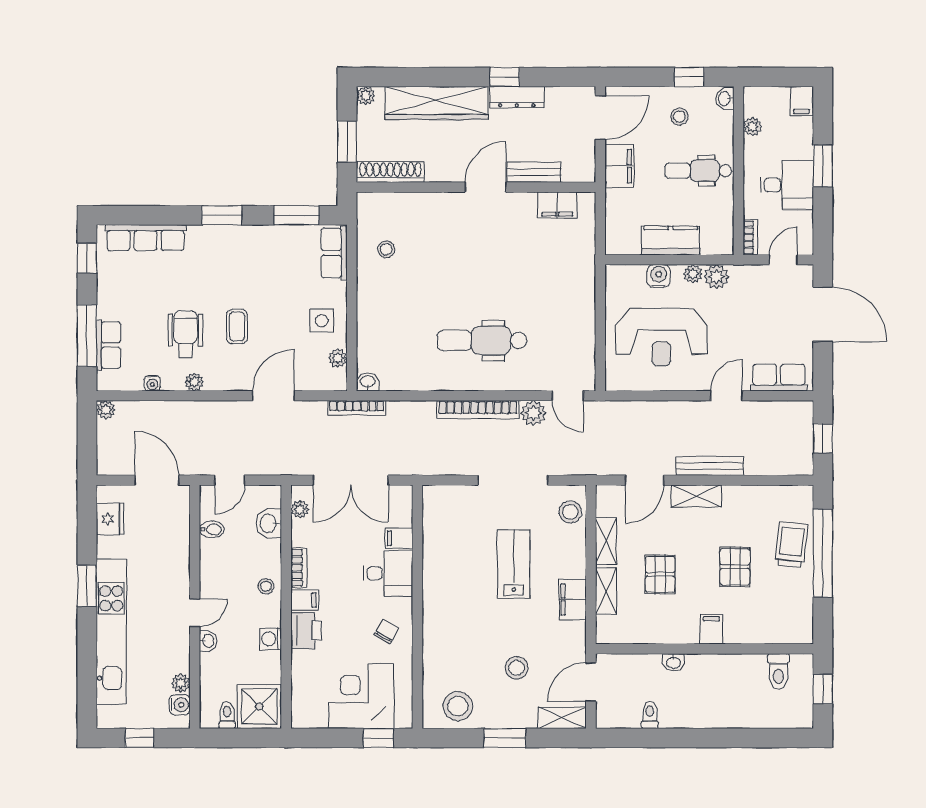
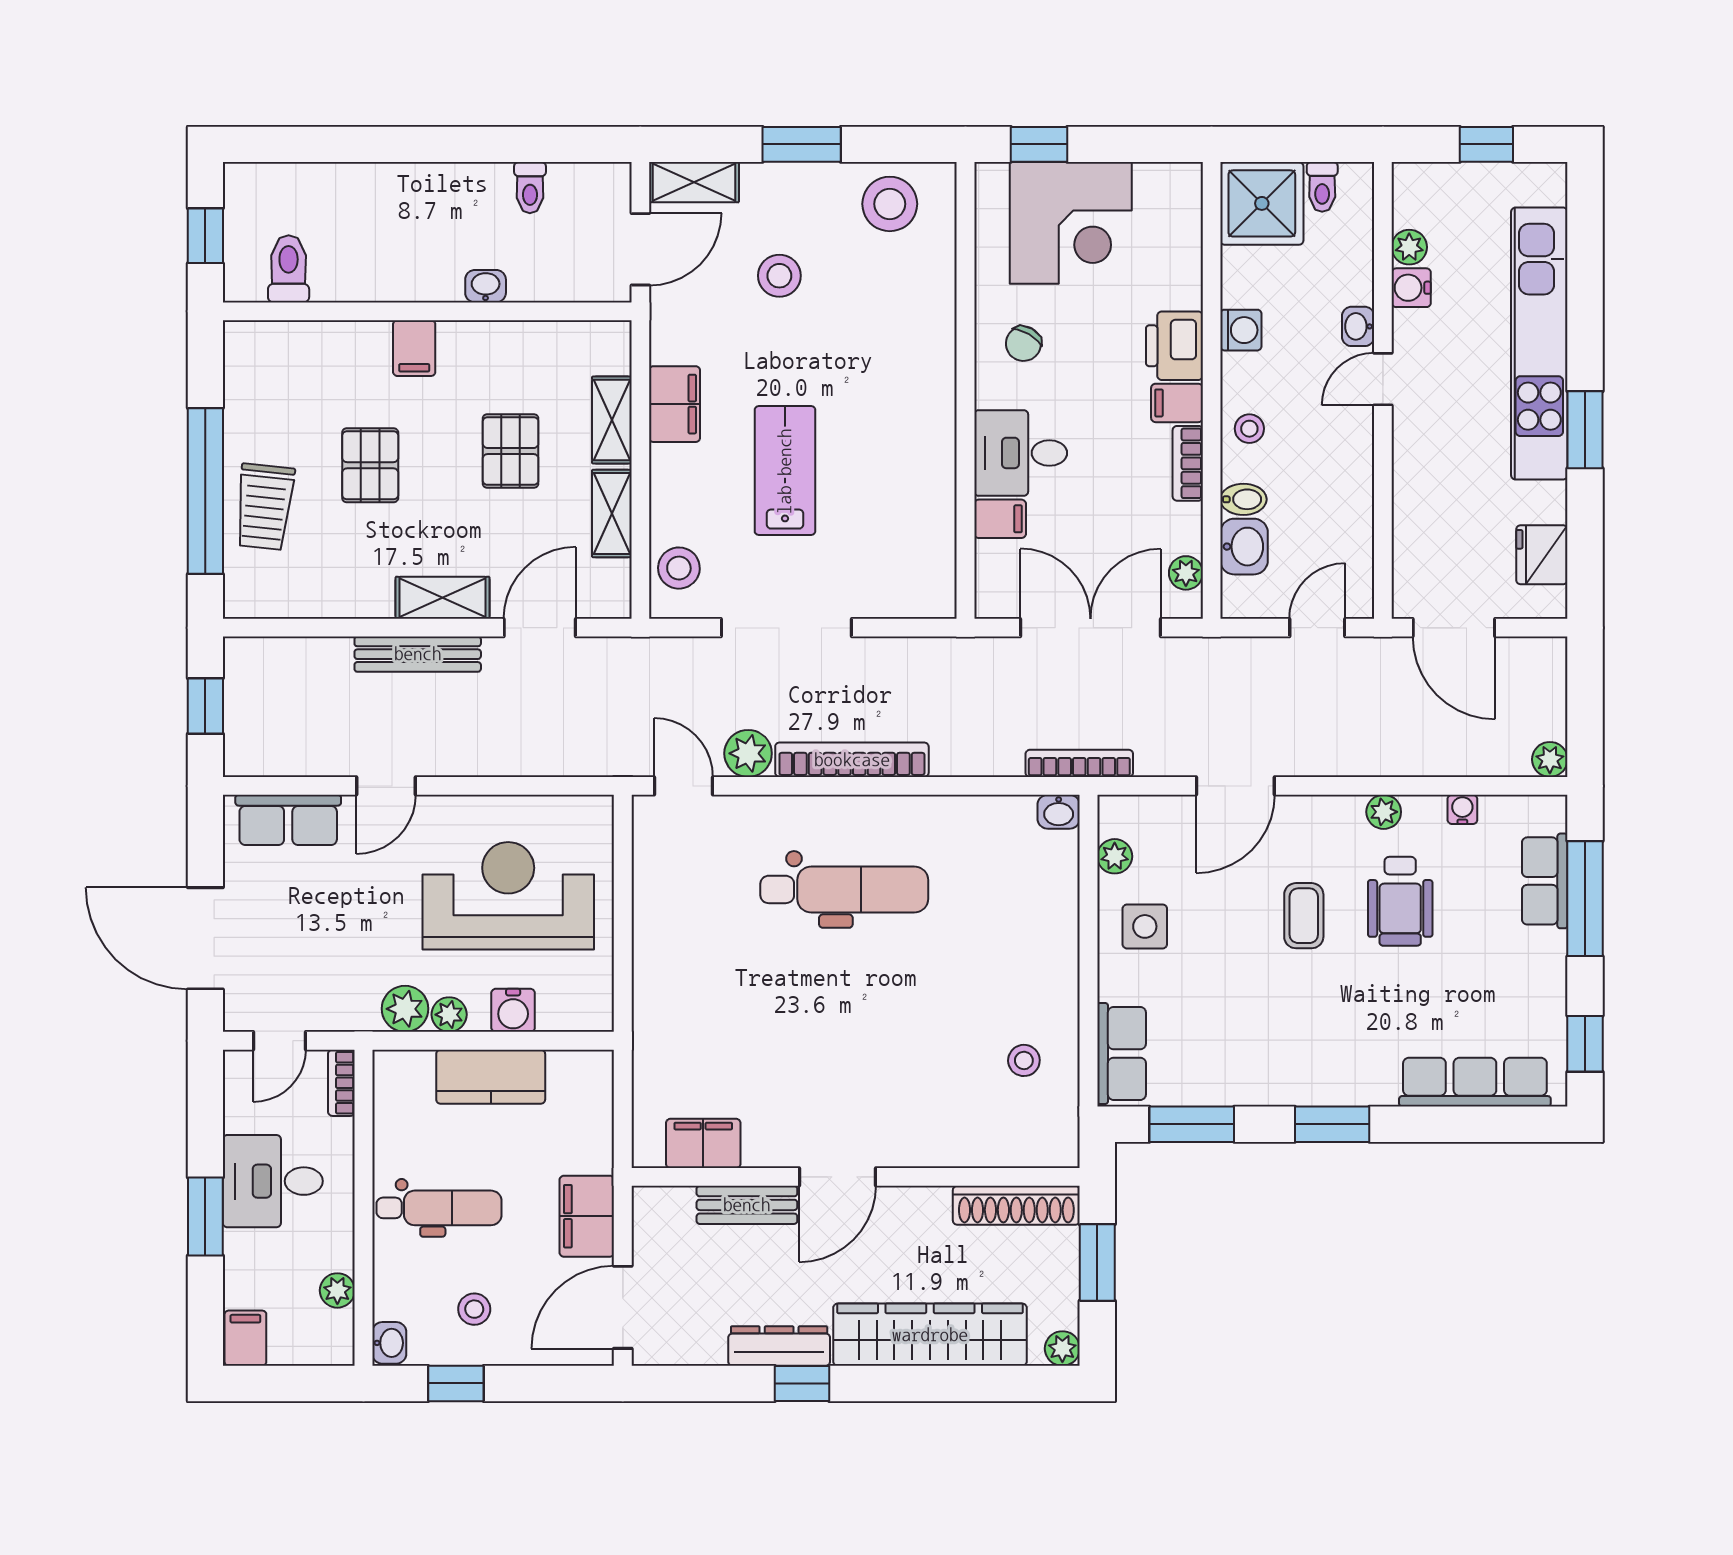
bidet: (212, 529) -> (1243, 499), moved, turned 180
lab bench: (514, 564) -> (785, 471), turned 180
water cooler: (180, 705) -> (1411, 288), moved

